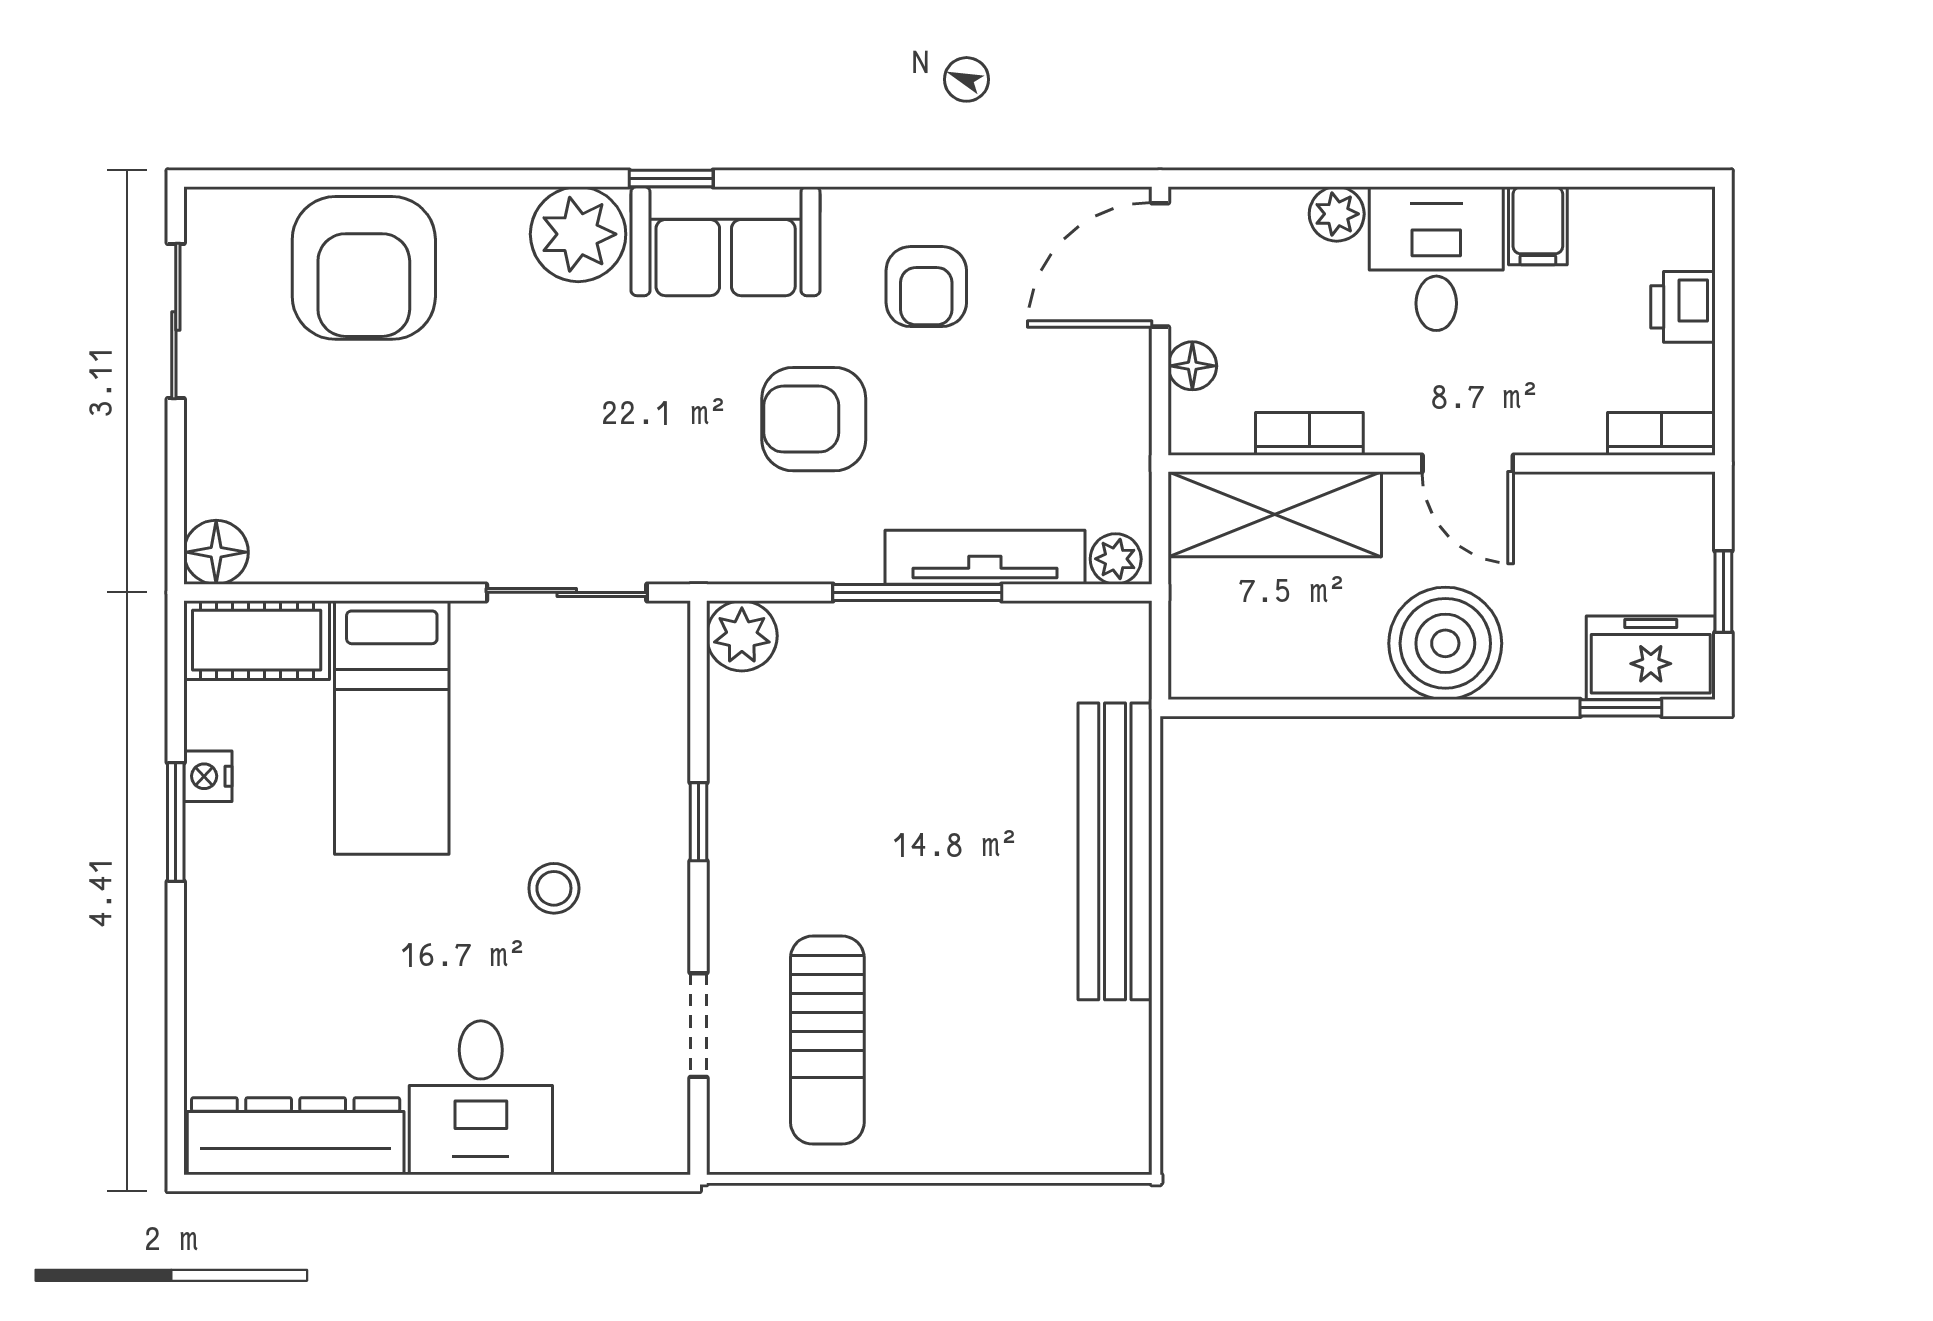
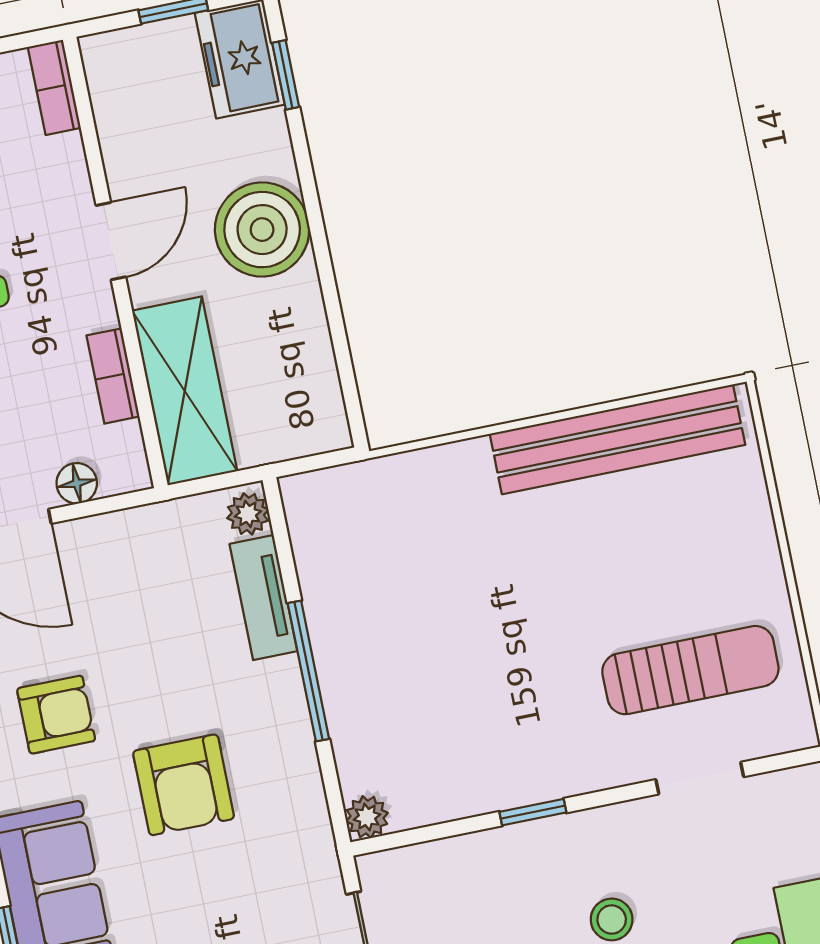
tv unit: (985, 557) -> (263, 598), width x0.71
plant: (742, 636) -> (367, 817), width x0.73, depth x0.73
bench: (1115, 851) -> (617, 439), moved

